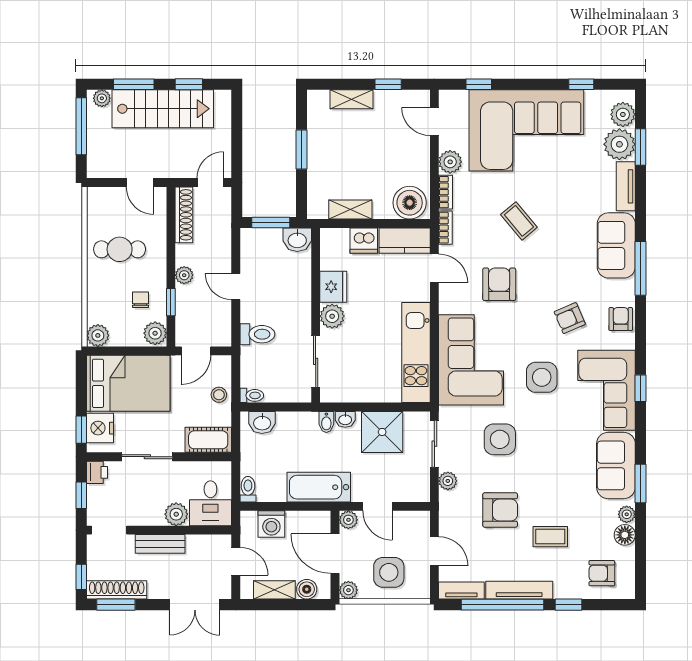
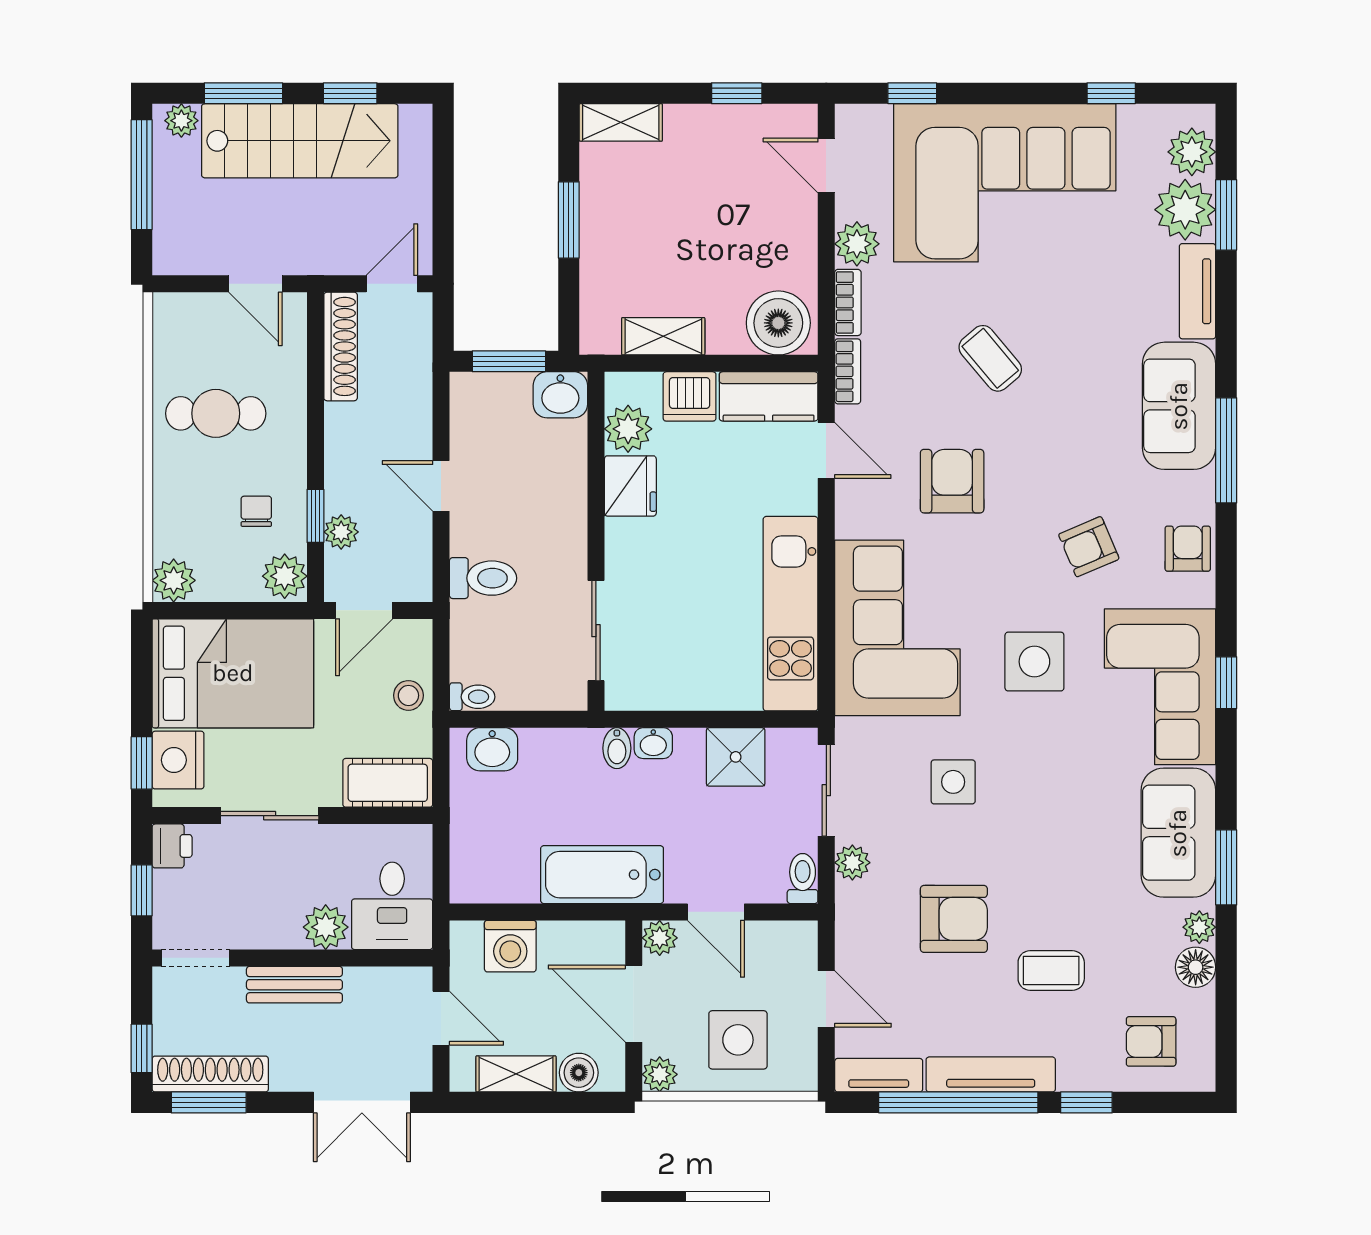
shelving: (352, 99) -> (621, 122), moved
plant: (184, 275) -> (341, 532), moved
plant: (332, 316) -> (628, 429), moved
shower: (382, 432) -> (736, 757), width x0.73, depth x0.73
side table: (500, 439) -> (953, 782), width x0.73, depth x0.73
toilet: (248, 489) -> (803, 879), moved

